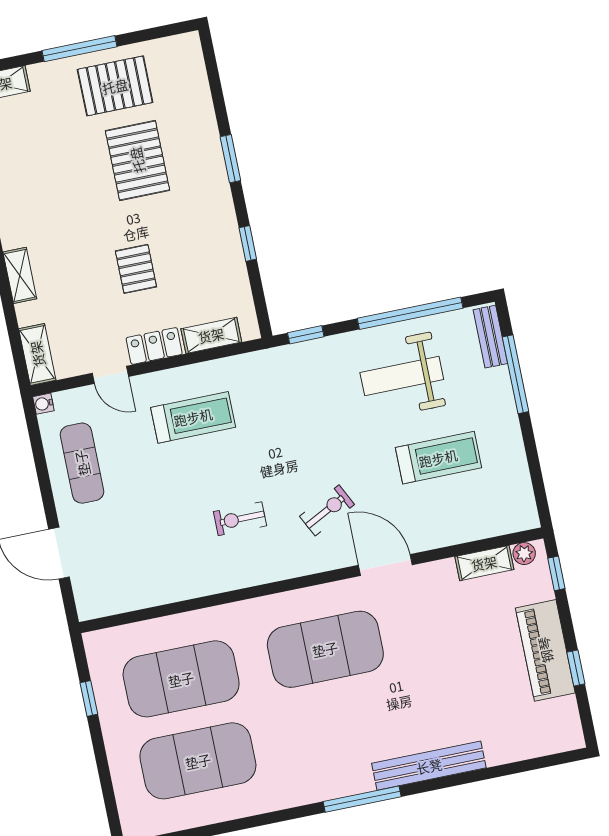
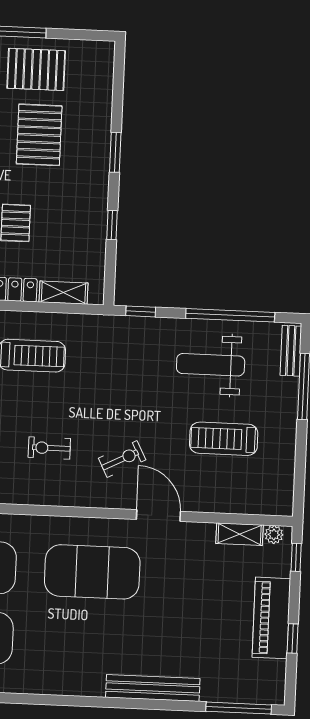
treadmill: (438, 458) -> (224, 439), turned 180
window: (362, 799) -> (239, 708), moved

